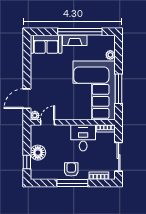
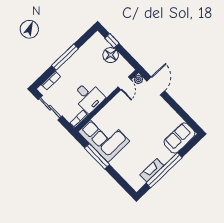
fireplace: (75, 40) -> (152, 170), moved
plant: (110, 55) -> (126, 175), removed
corner sofa: (94, 91) -> (104, 136), width x0.73, depth x0.74
armchair: (71, 169) -> (75, 66), removed

